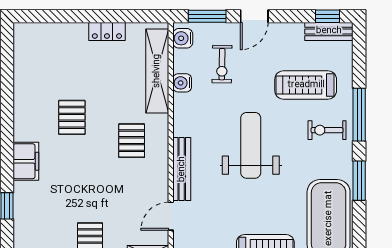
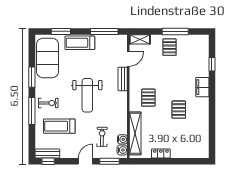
water cooler: (182, 83) -> (122, 139), moved
treadmill: (306, 85) -> (59, 126), turned 180
bench: (182, 169) -> (123, 79), width x0.73

